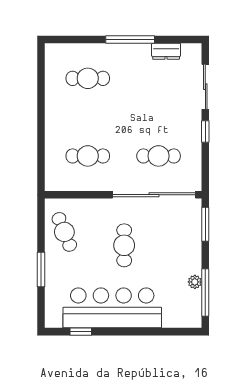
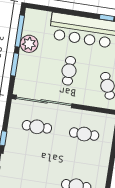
window: (205, 224) -> (15, 64), moved
plant: (195, 282) -> (29, 44), width x1.88, depth x1.88

